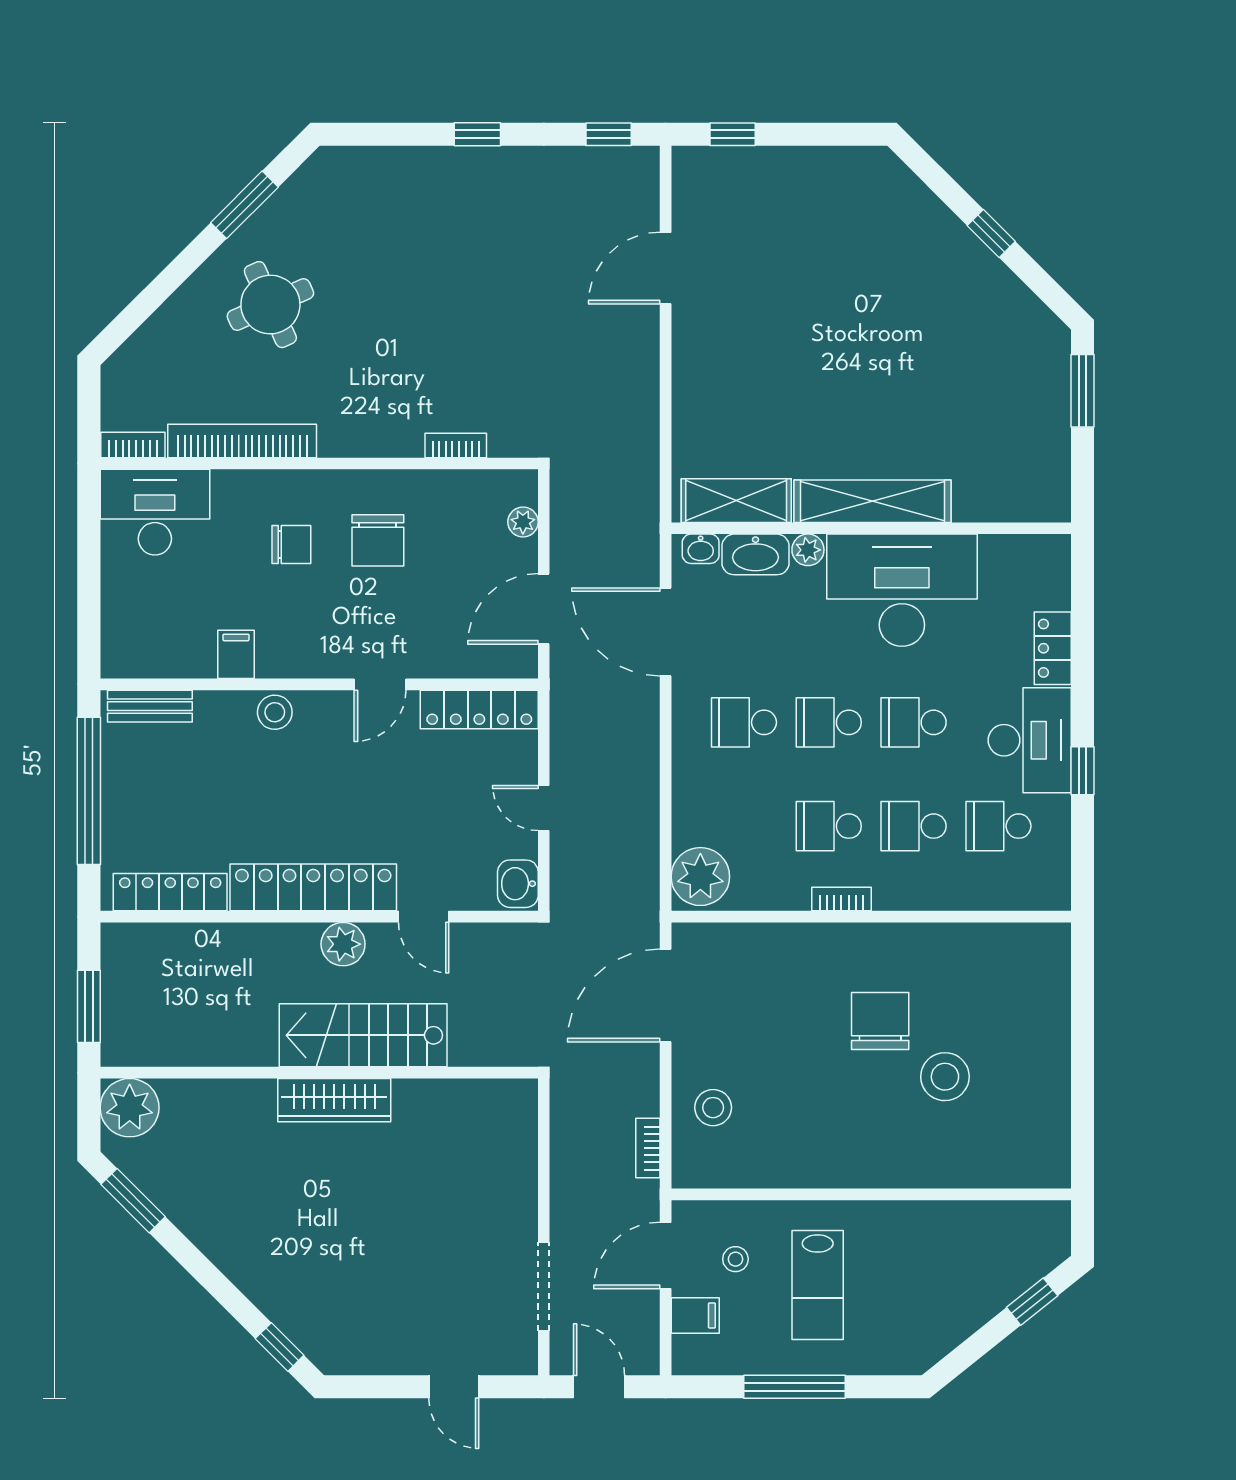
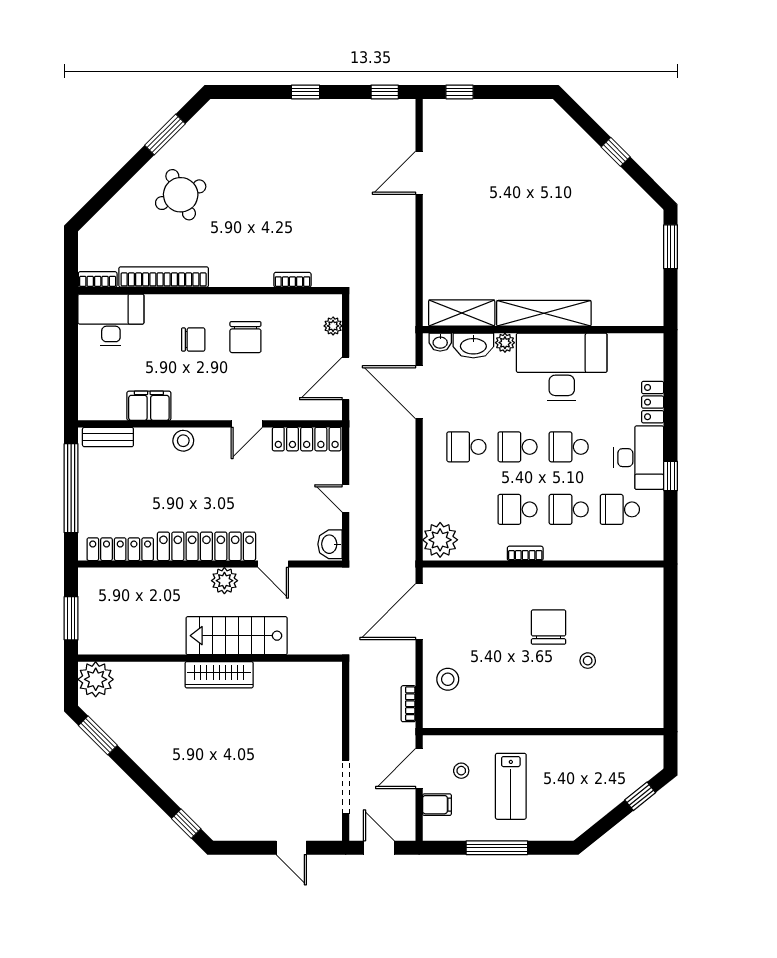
filing cabinet: (236, 654) -> (149, 406), width x2.00
stool: (945, 1077) -> (588, 661), width x0.53, depth x0.53

